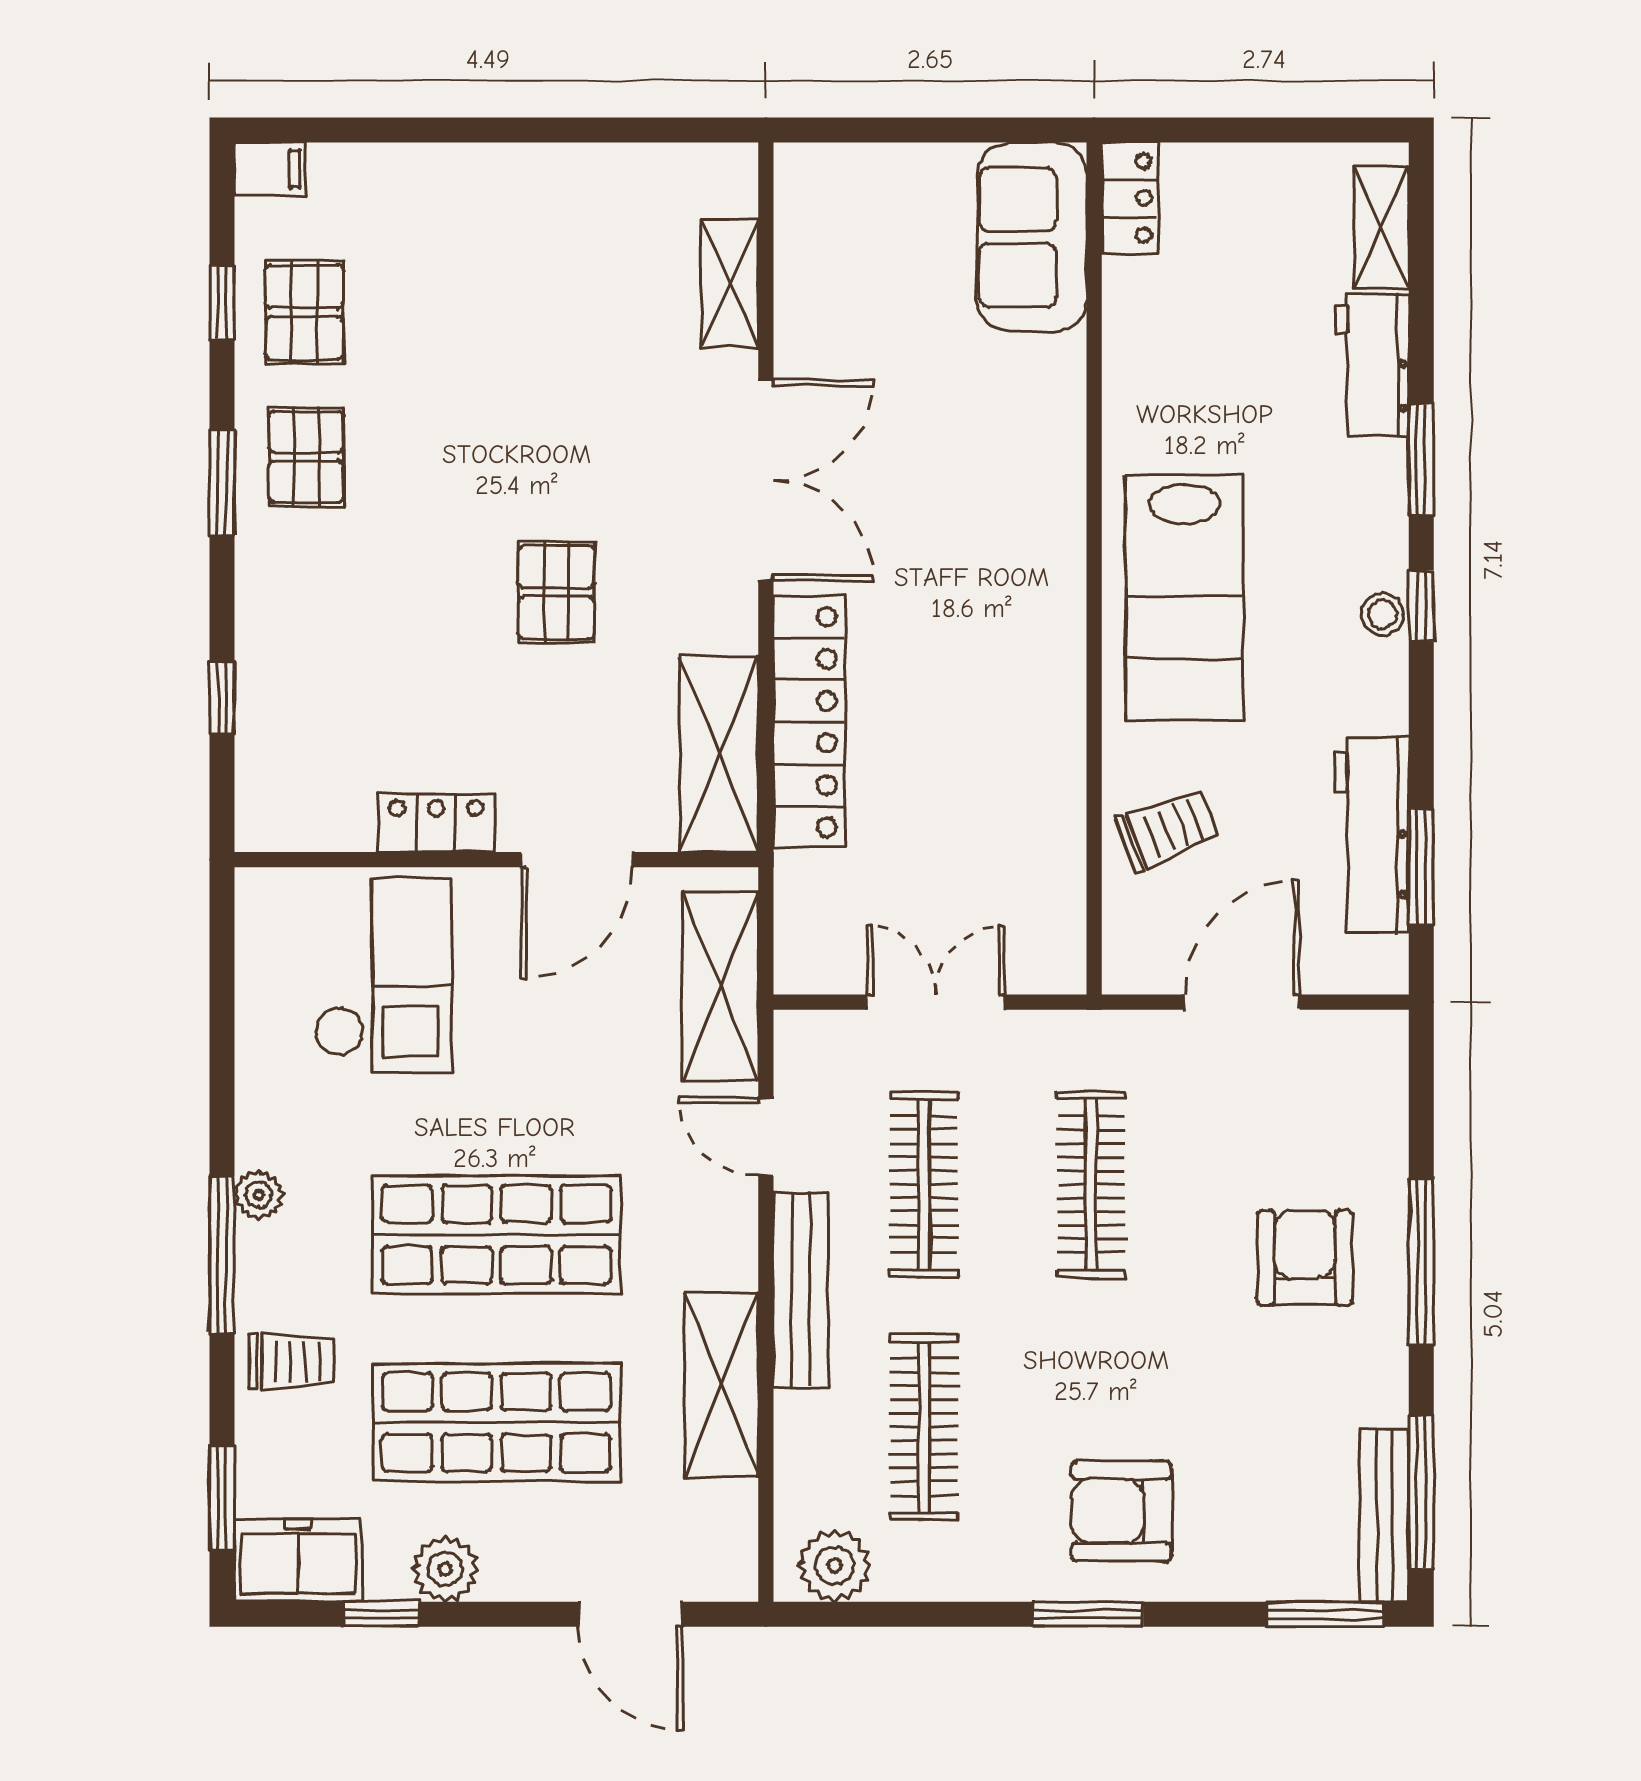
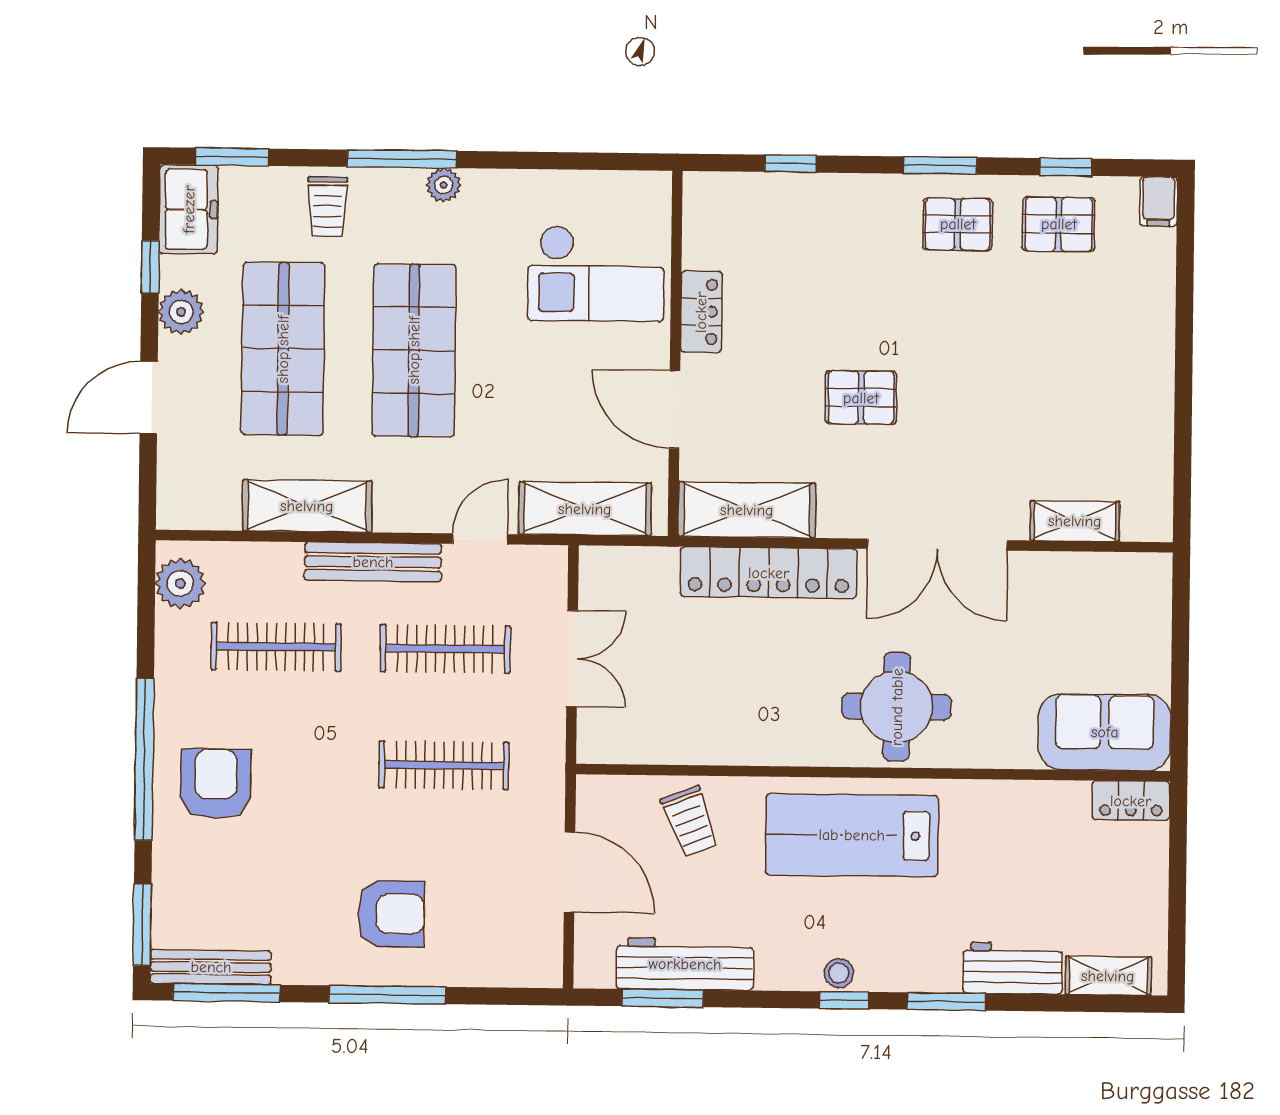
round table: (999, 536) -> (897, 707), added
door: (630, 1614) -> (149, 398), moved
window: (1088, 1614) -> (144, 759), width x2.11

